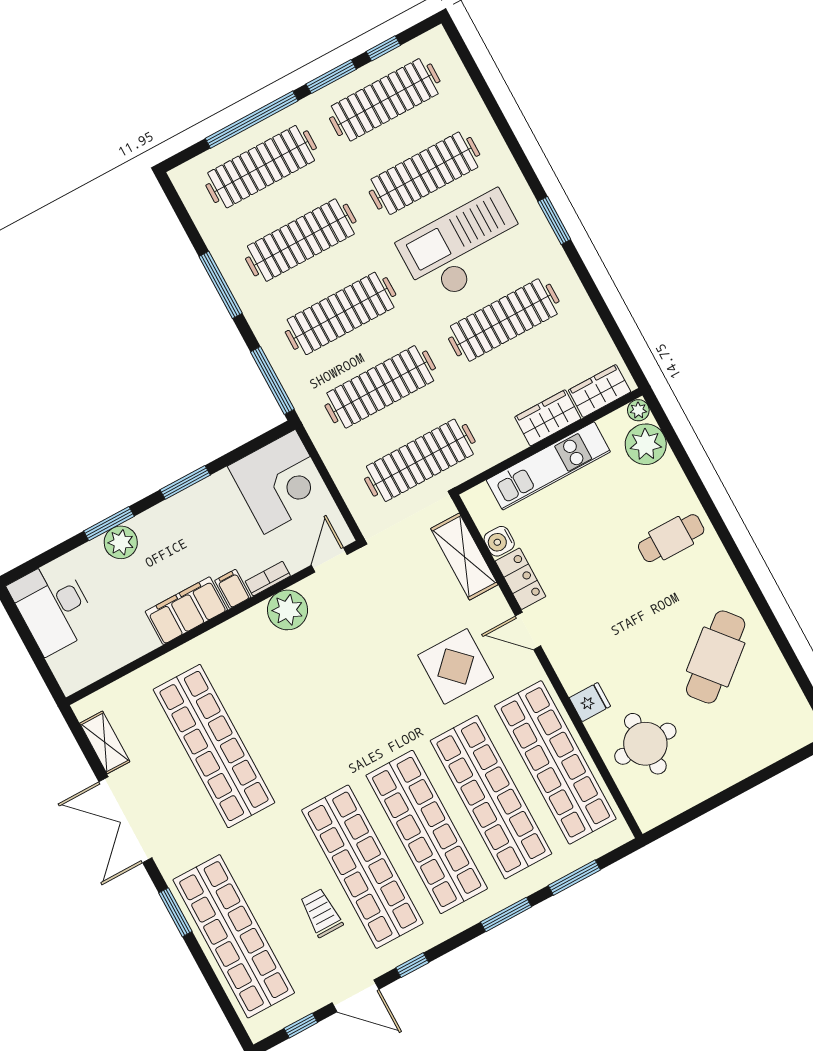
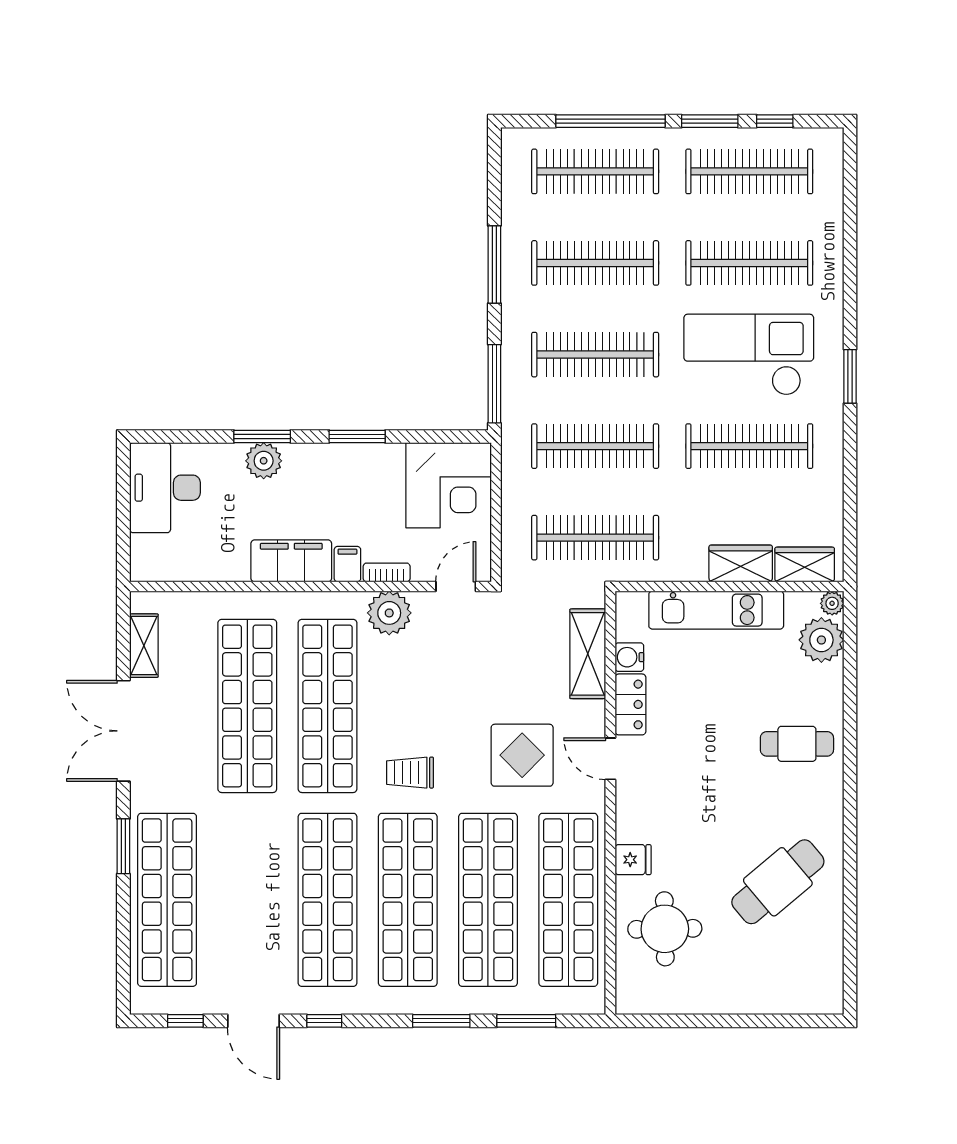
shop shelf: (278, 711) -> (328, 706), added
trolley: (321, 913) -> (410, 773), moved, turned -90

